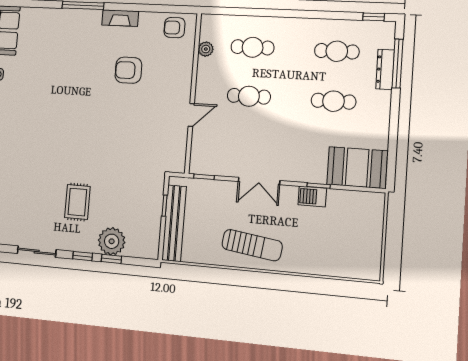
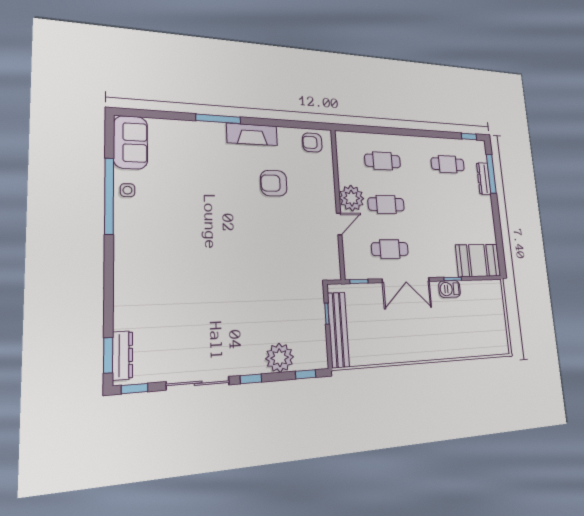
fireplace: (120, 18) -> (252, 134), width x1.37, depth x1.32
plant: (206, 49) -> (352, 198), moved, width x1.88, depth x1.88
cafe table: (334, 101) -> (390, 249), moved
double door: (259, 181) -> (406, 280), width x1.37
rug: (77, 202) -> (238, 322), removed
sun lounger: (252, 245) -> (409, 340), removed
sliding door: (37, 252) -> (198, 383), width x1.37
window: (111, 259) -> (306, 374), moved

